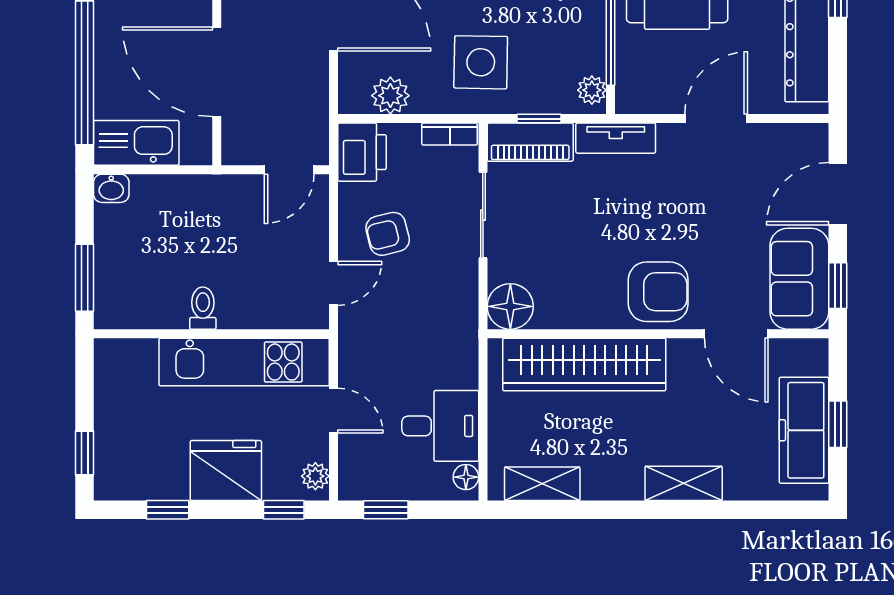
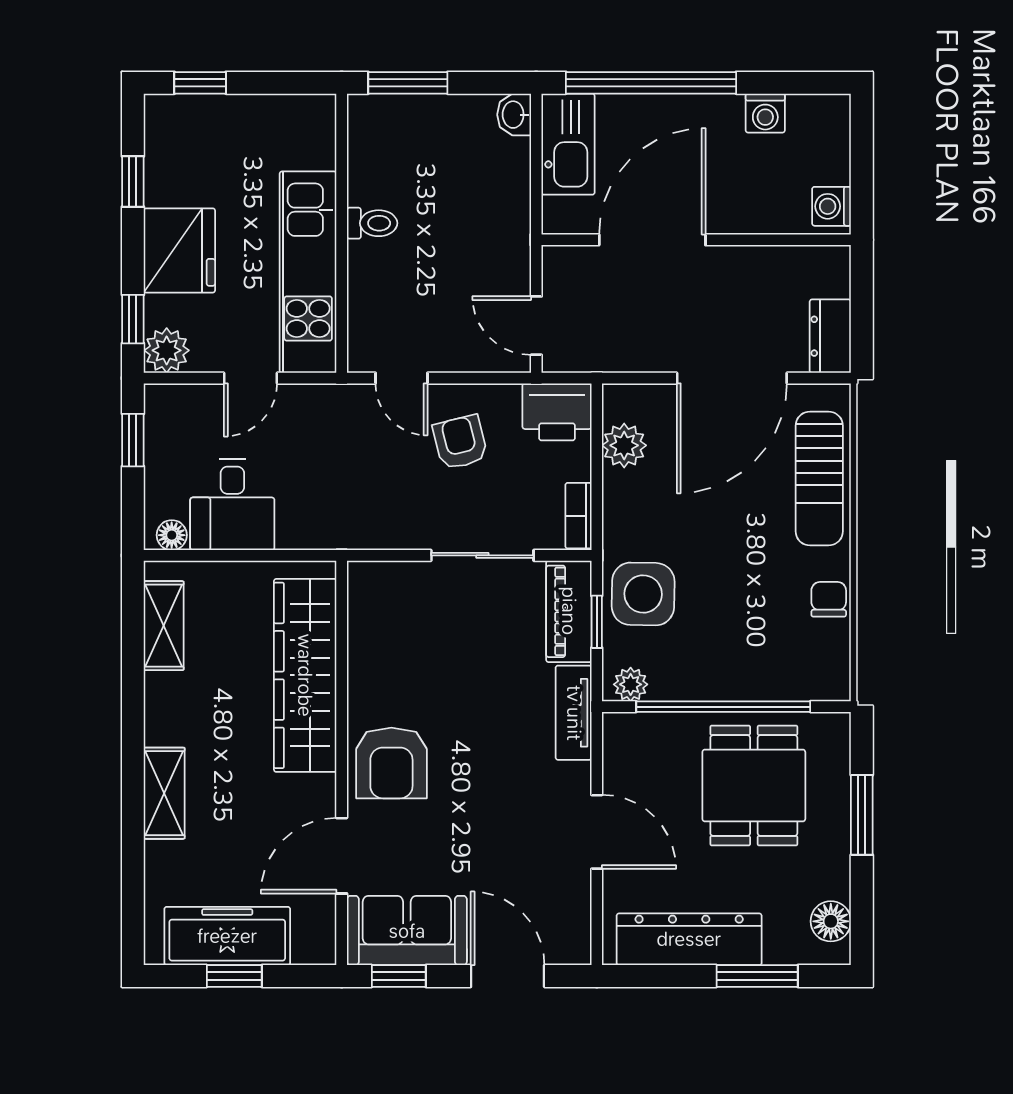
side table: (481, 62) -> (643, 594), moved
floor lamp: (510, 306) -> (374, 588), removed
plant: (315, 476) -> (167, 350), width x1.38, depth x1.38

